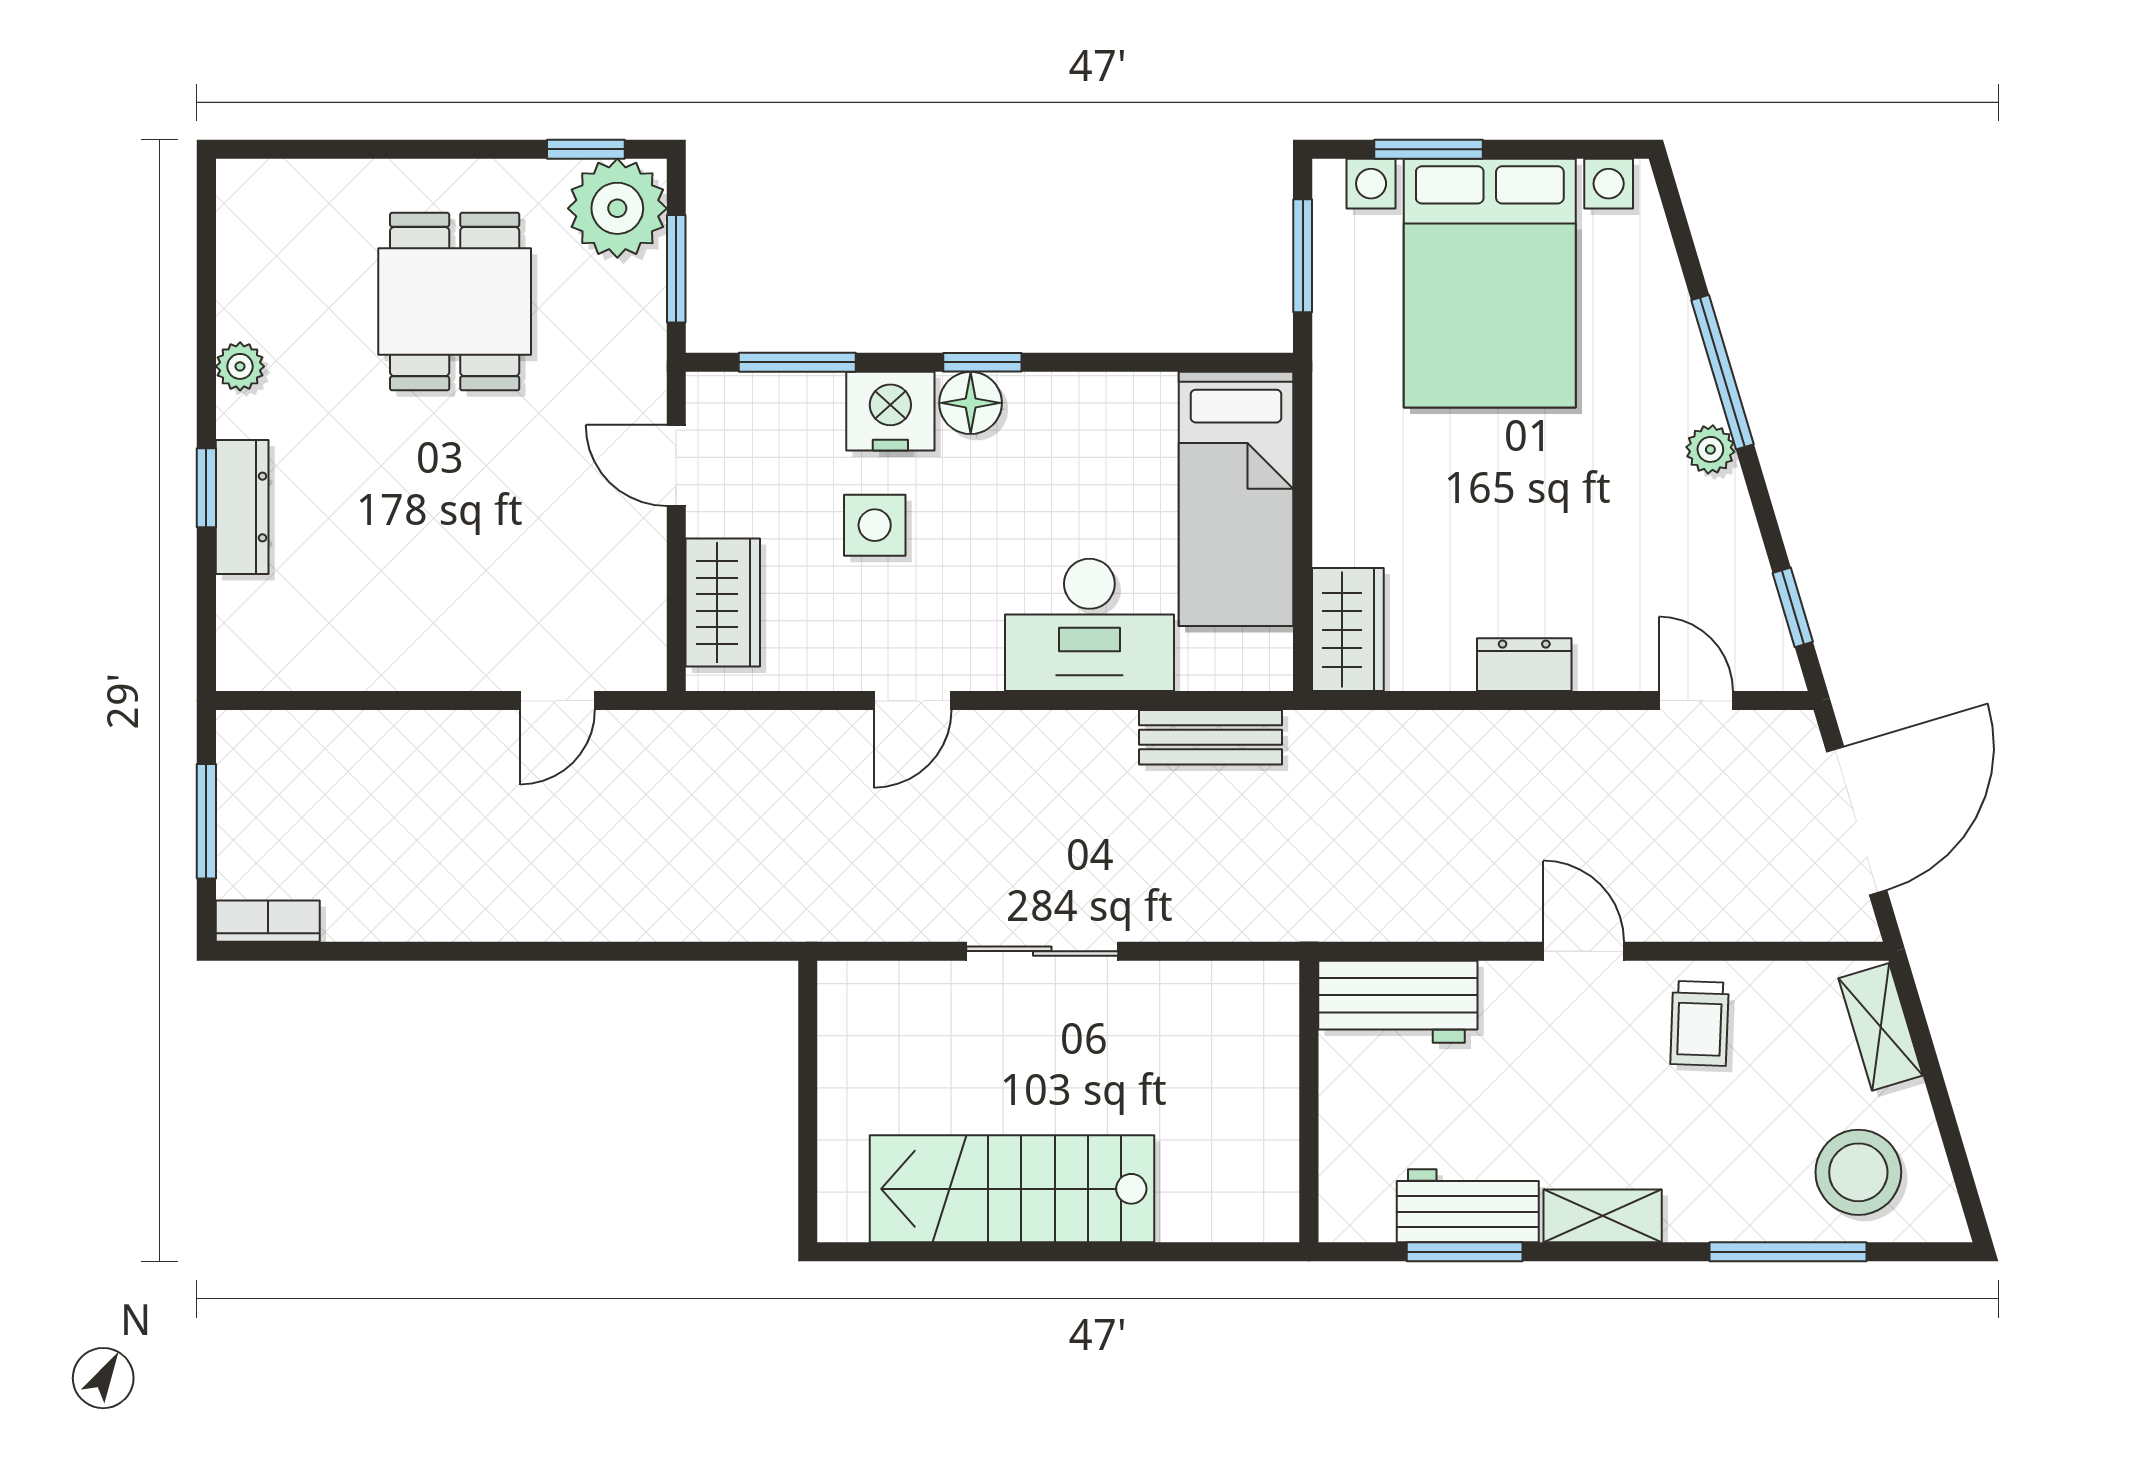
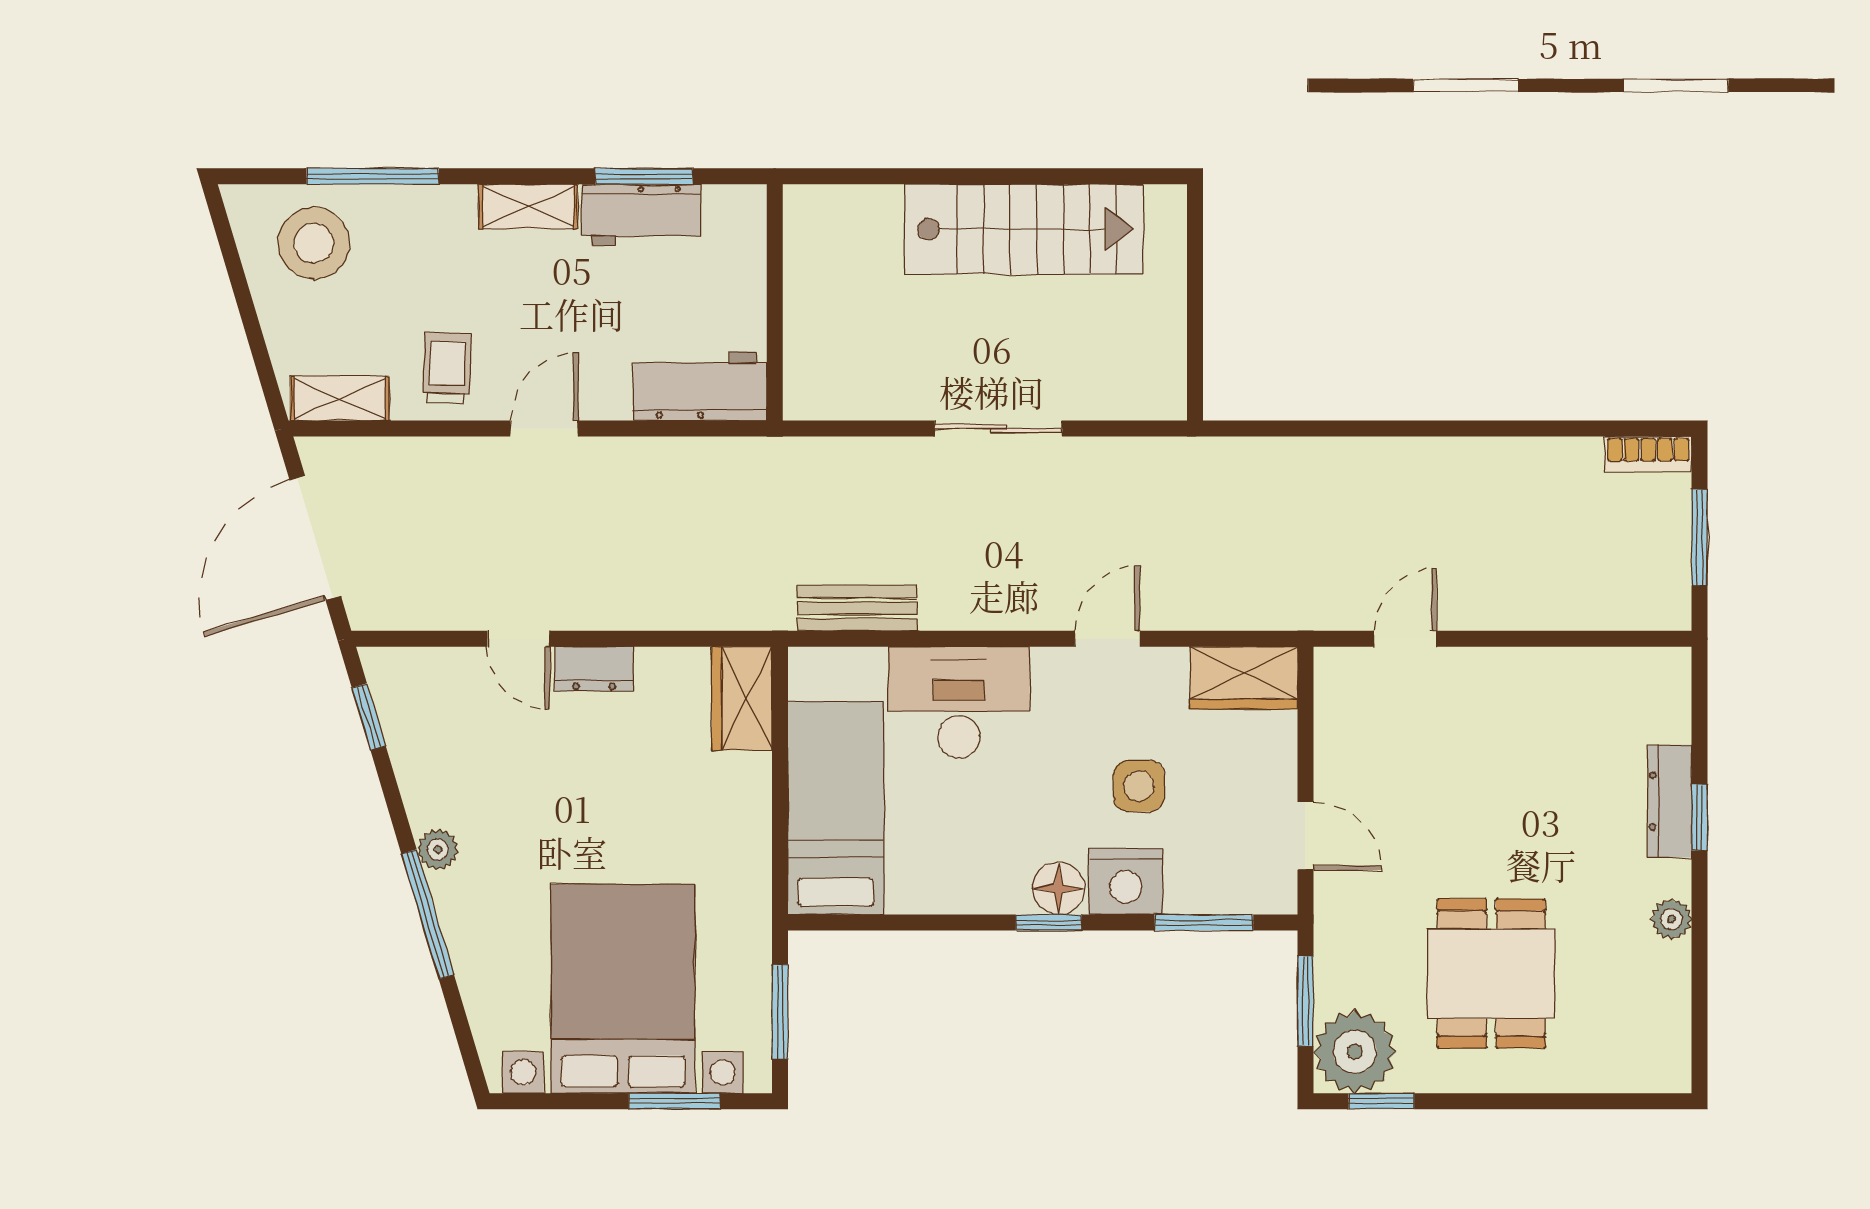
wardrobe: (723, 603) -> (1244, 678), moved, turned -90
door: (1696, 701) -> (519, 639), moved
door: (1584, 951) -> (544, 429), swing flipped
shelving: (1881, 1027) -> (340, 398), moved, turned -73

